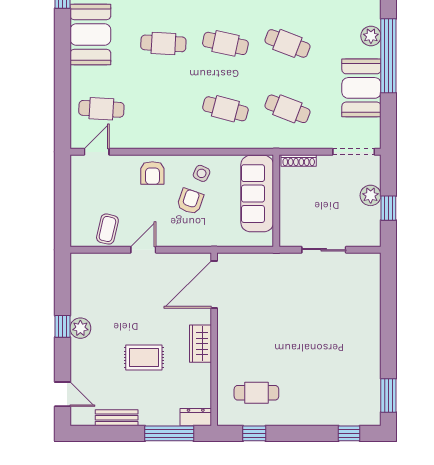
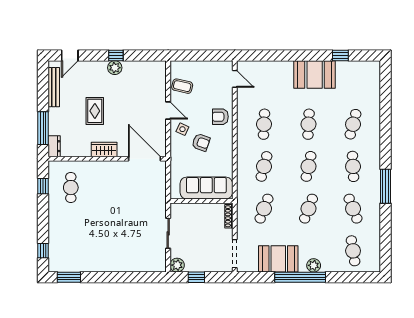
cafe table: (101, 109) -> (264, 124), moved
side table: (202, 173) -> (182, 129), moved
plant: (371, 195) -> (177, 265), moved
bench: (117, 418) -> (54, 87), width x1.36

